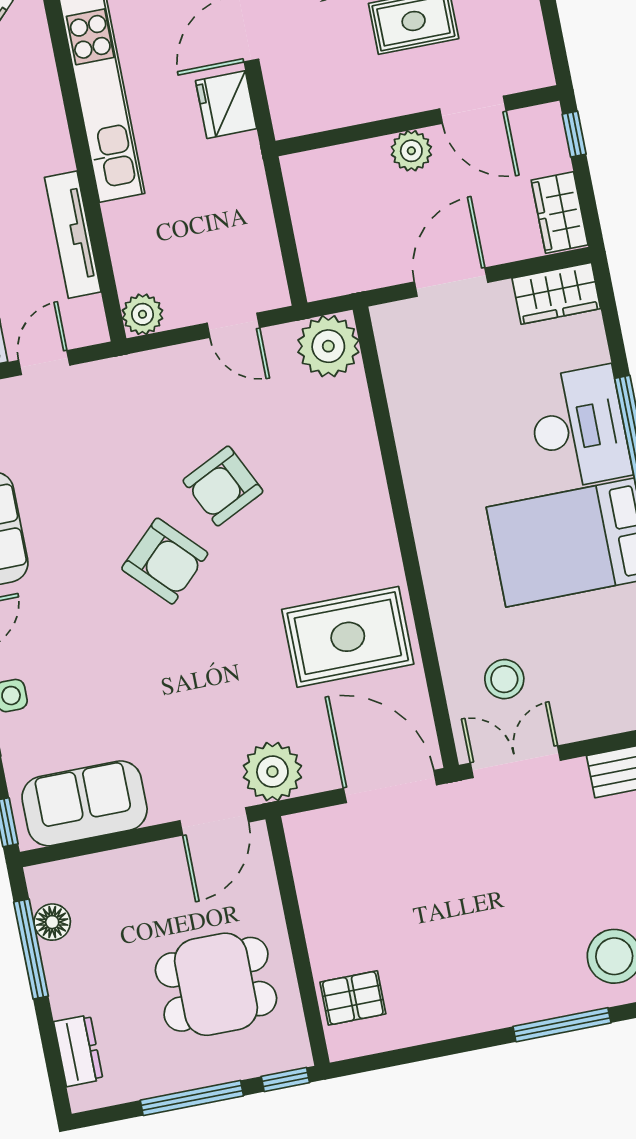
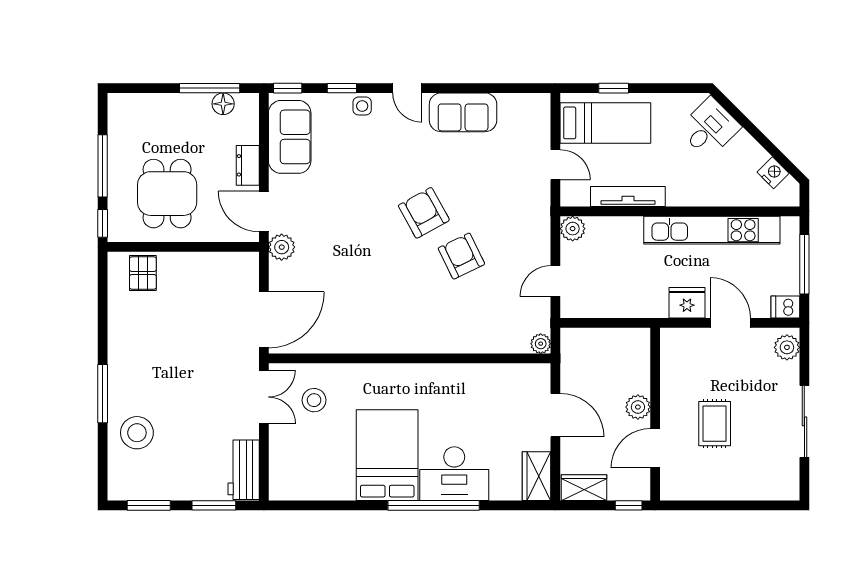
plant: (328, 346) -> (541, 344), width x0.53, depth x0.53
armchair: (165, 561) -> (424, 213), turned 105
rug: (348, 637) -> (357, 312), removed
plant: (272, 772) -> (282, 247), width x0.73, depth x0.73
dresser: (78, 1051) -> (248, 165), moved, turned 90

